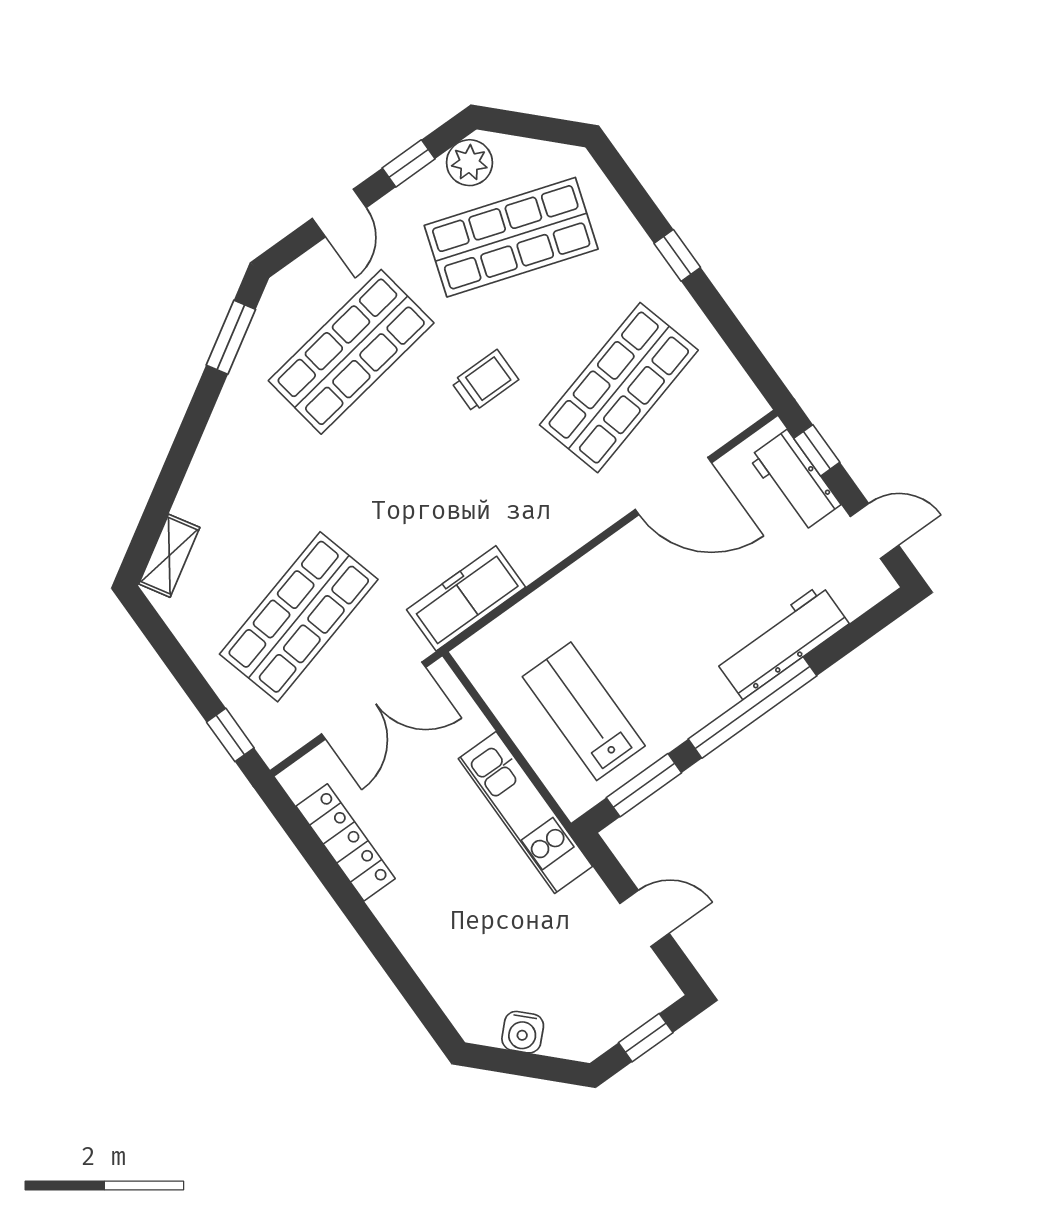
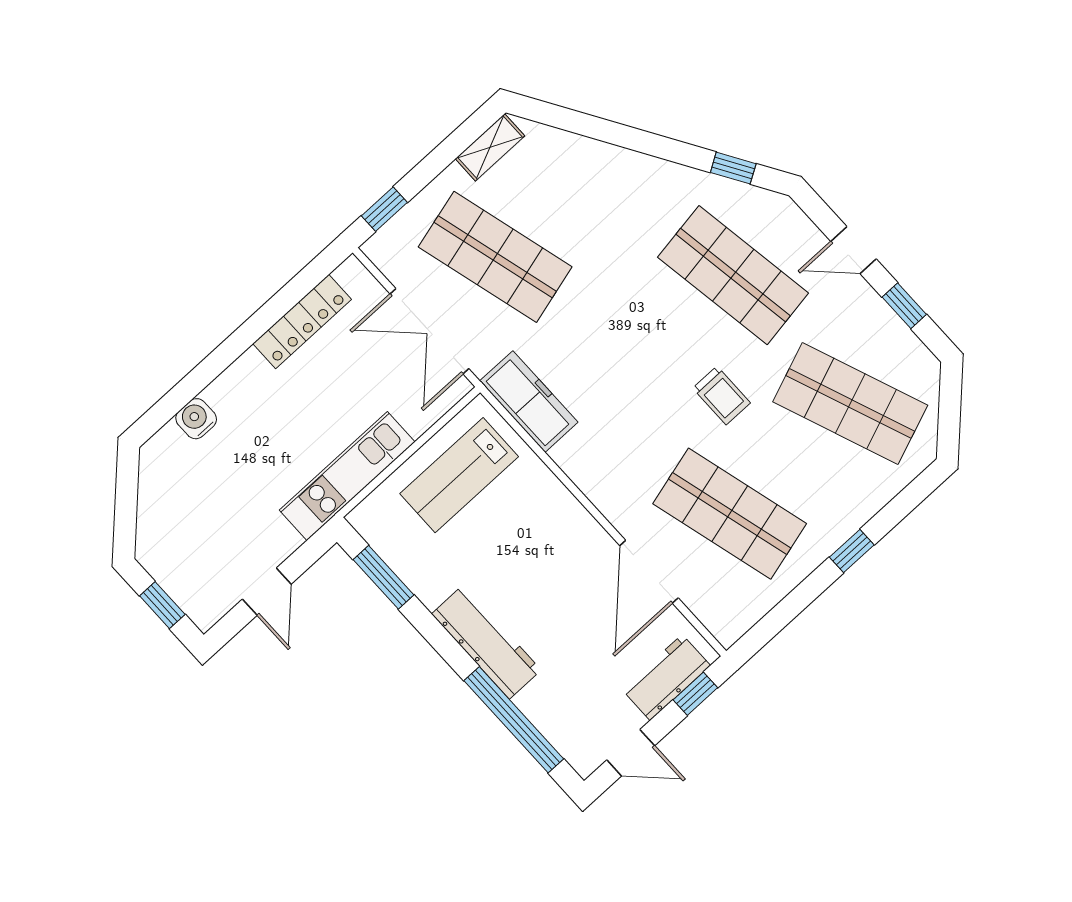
plant: (469, 163) -> (911, 359), removed
shop shelf: (511, 237) -> (850, 403), turned -39
window: (231, 337) -> (733, 168), width x0.67
door: (875, 531) -> (631, 753), hinge flipped
shelving: (169, 556) -> (490, 147), moved, turned -59
workbench: (782, 642) -> (486, 642), moved
window: (753, 707) -> (514, 720), moved
lab bench: (584, 711) -> (459, 475), moved, turned 180
water cooler: (523, 1032) -> (196, 419), moved, turned 45

